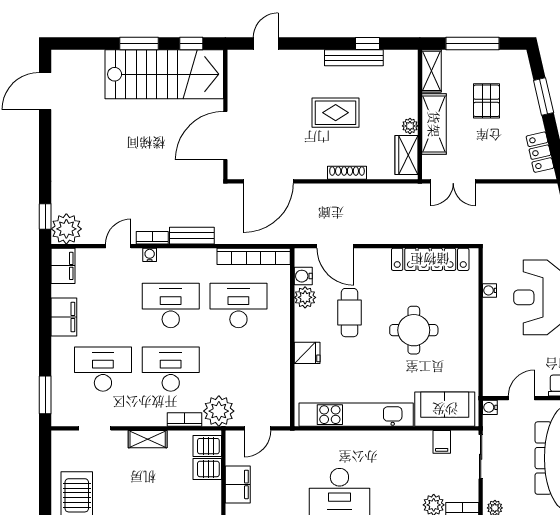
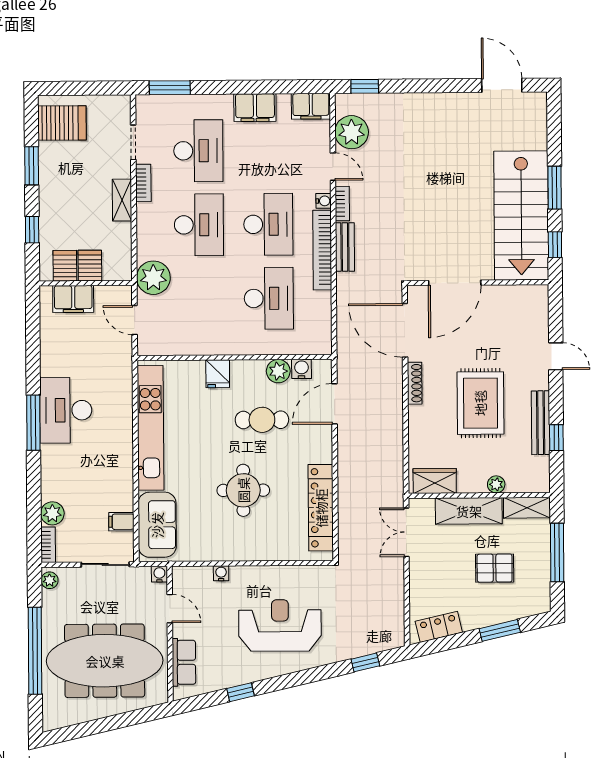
door: (266, 44) -> (556, 356), moved
rug: (336, 113) -> (480, 403), width x1.36, depth x1.43
plant: (410, 126) -> (496, 484), moved
door: (225, 136) -> (455, 283), swing flipped
shoe rack: (347, 173) -> (415, 383), moved
plant: (66, 229) -> (352, 132), moved
bookcase: (254, 256) -> (322, 250), moved
water cooler: (490, 290) -> (221, 573), moved
bookcase: (185, 420) -> (143, 183), moved
server rack: (207, 446) -> (65, 266), moved

